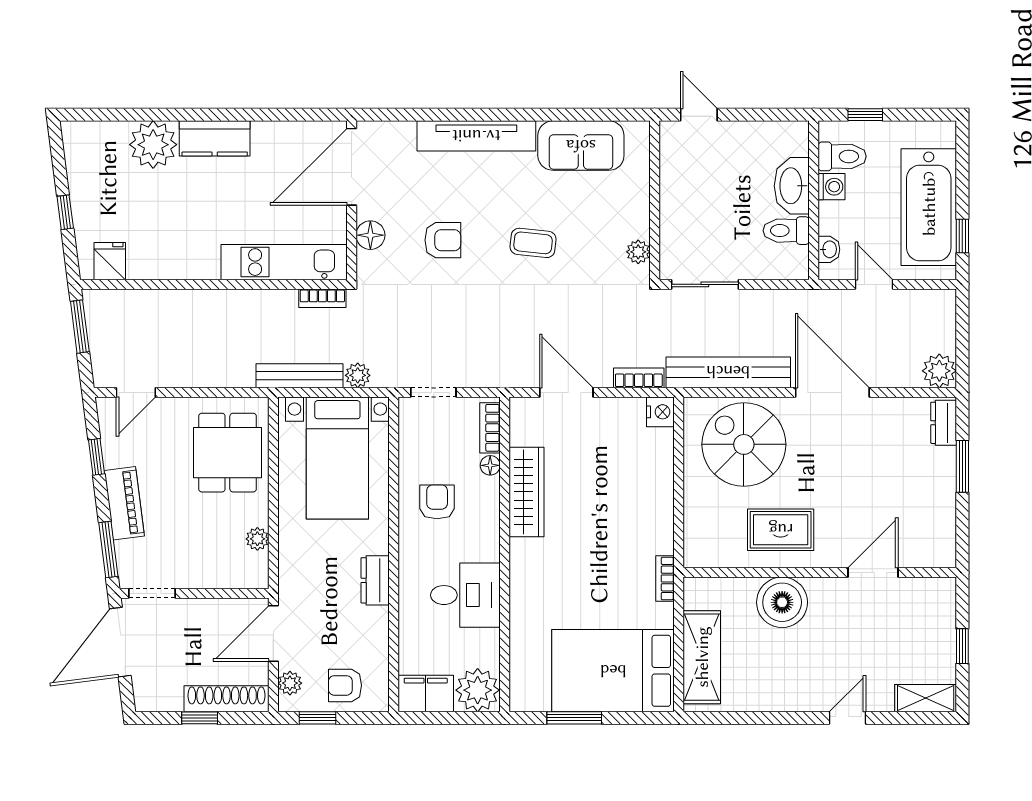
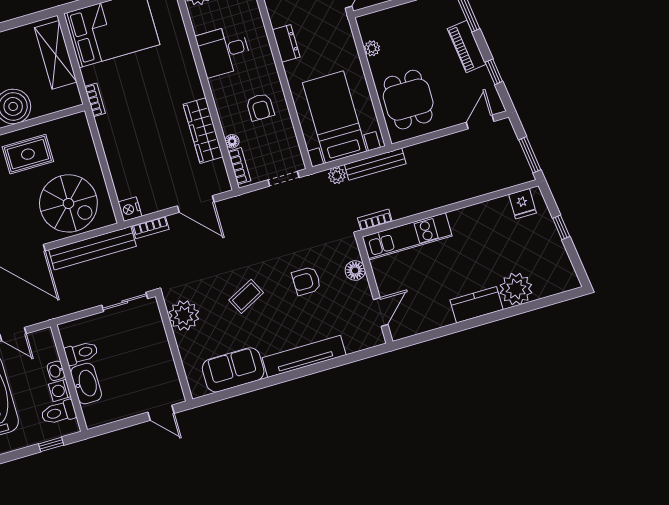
door: (352, 167) -> (381, 312), width x0.53
coffee table: (533, 243) -> (246, 296), turned -33
washbasin: (829, 249) -> (56, 371), moved
plant: (638, 252) -> (184, 315), width x1.88, depth x1.88

